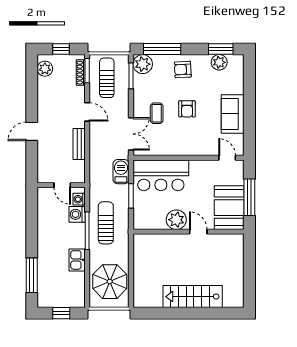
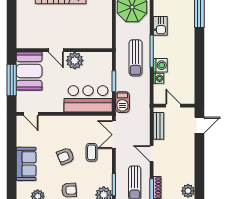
armchair: (187, 109) -> (65, 156), turned -112
sofa: (233, 114) -> (26, 164), moved
door: (32, 131) -> (199, 125), moved
wall: (61, 185) -> (174, 106), moved
door: (62, 185) -> (173, 106), moved

